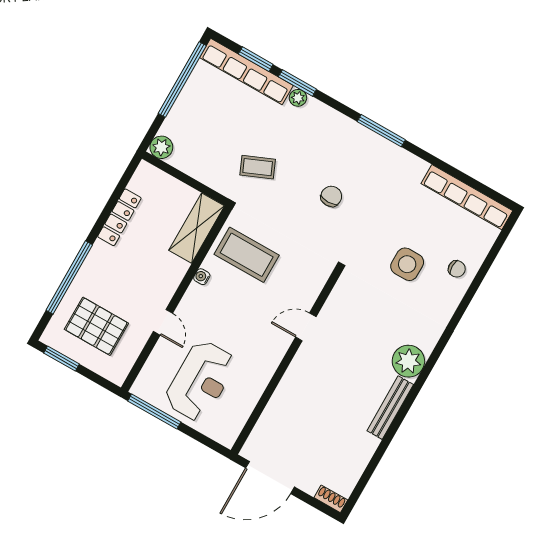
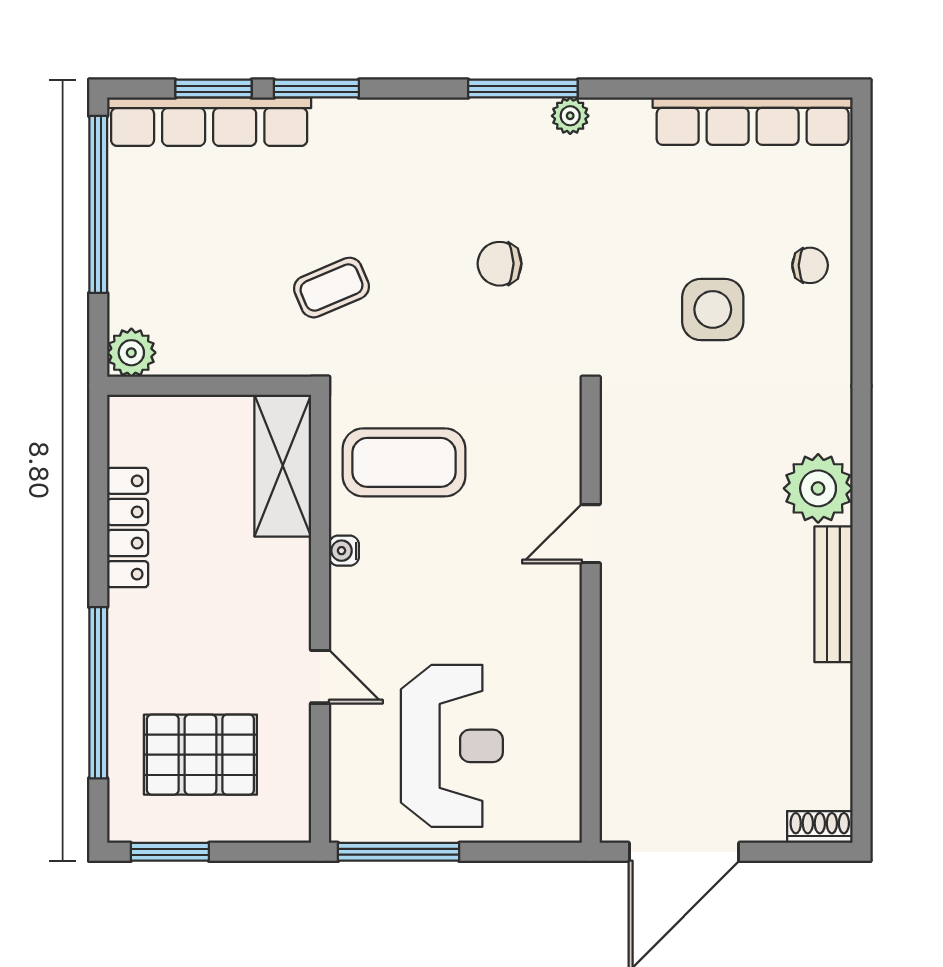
plant: (298, 98) -> (570, 116), moved
chair: (331, 196) -> (500, 264), turned -90

